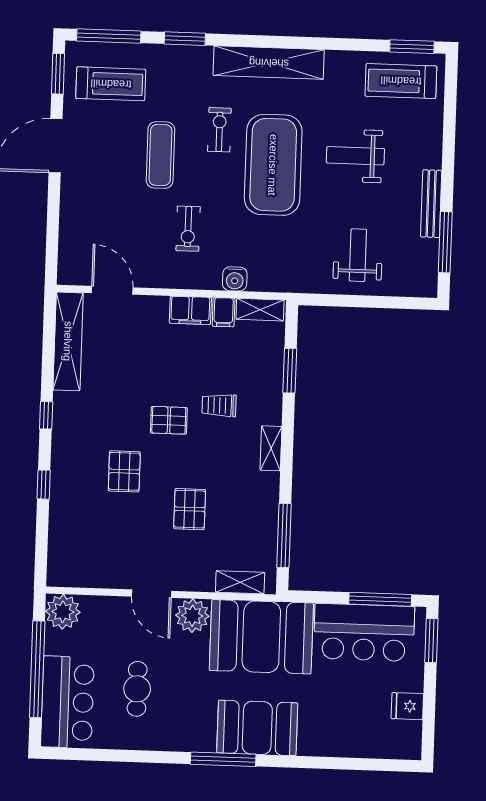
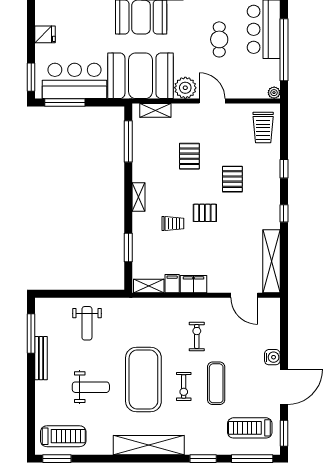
exercise bike: (219, 130) -> (184, 386), moved
water cooler: (235, 279) -> (272, 357), moved, turned 90
trolley: (74, 550) -> (263, 128), added
plant: (63, 612) -> (274, 93), width x0.53, depth x0.53

